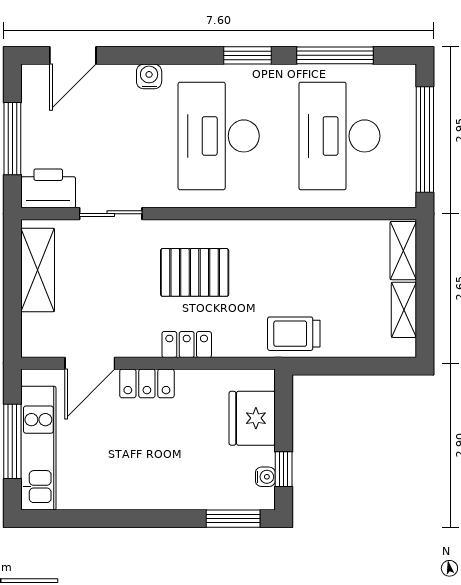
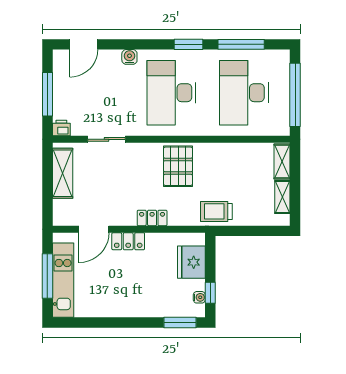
printer: (48, 188) -> (61, 128), width x0.53, depth x0.68
pallet: (195, 272) -> (178, 166), moved, turned 90

